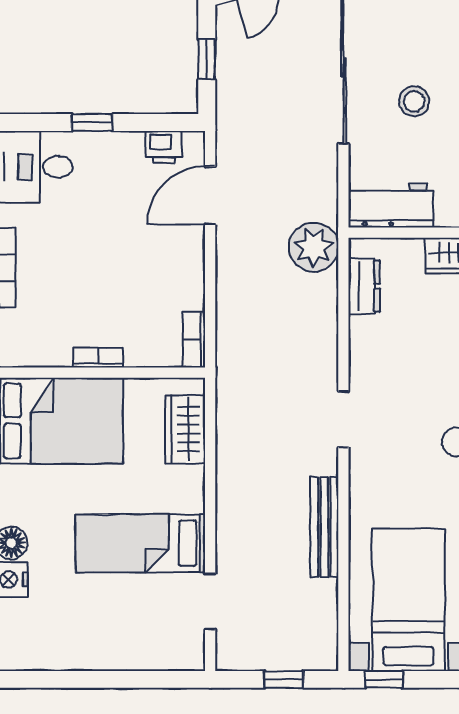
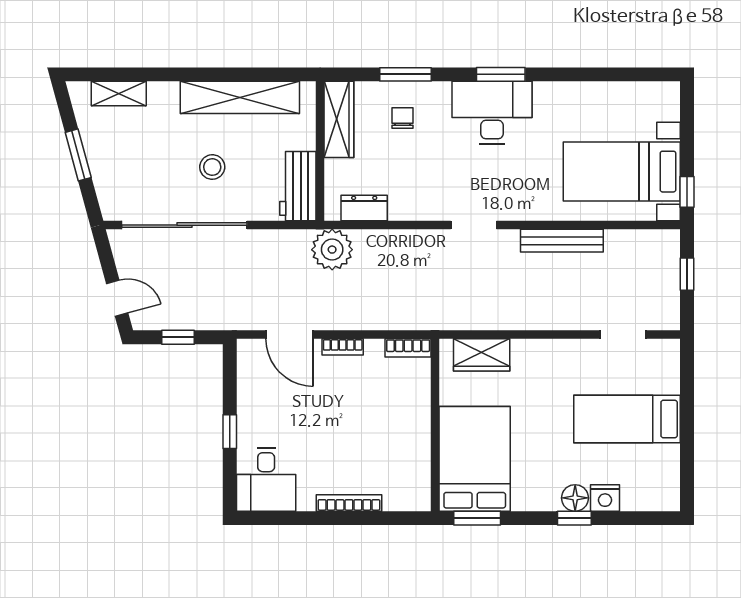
printer: (164, 147) -> (250, 373), removed
bookcase: (98, 358) -> (343, 347), moved, turned -90
bed: (140, 543) -> (627, 419), moved, turned 90

